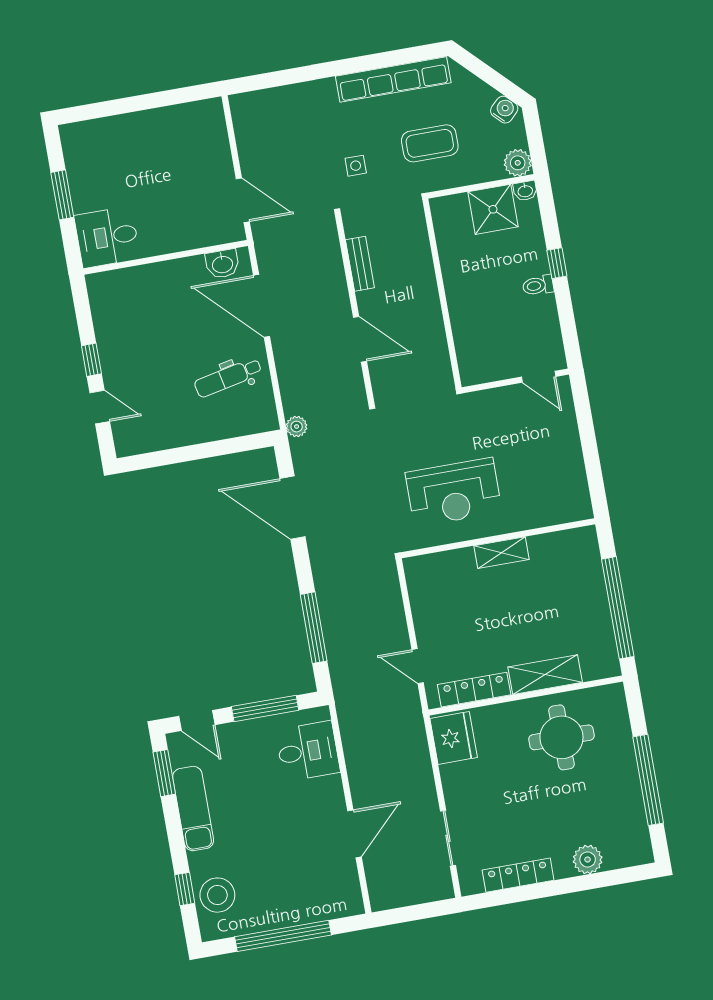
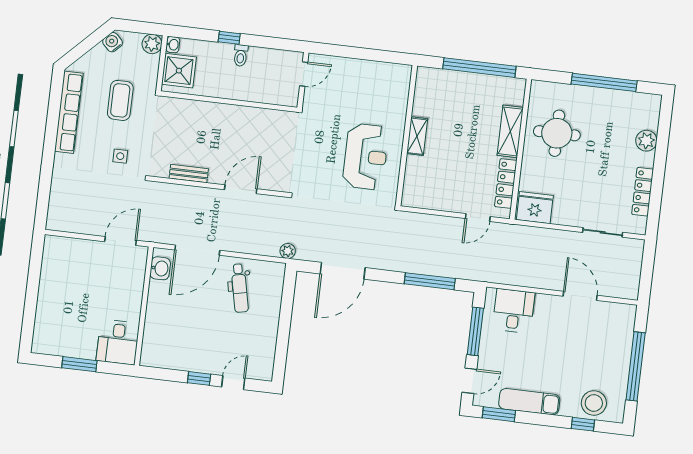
wall: (442, 293) -> (229, 102), moved

